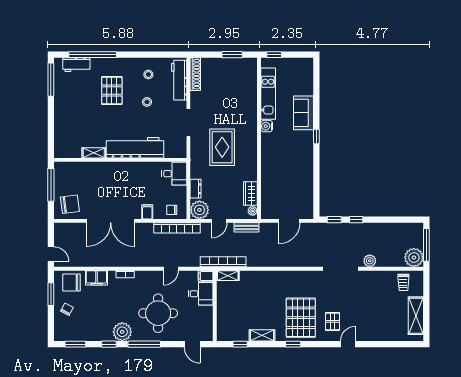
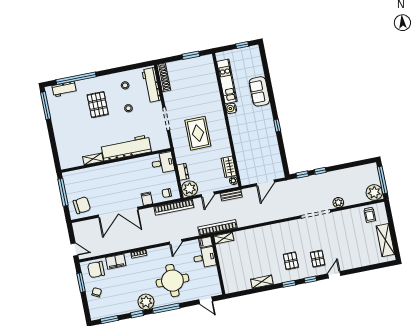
window: (274, 55) -> (242, 45), moved
window: (316, 136) -> (277, 125), moved
pallet: (301, 318) -> (291, 261), width x0.49, depth x0.50
window: (240, 344) -> (310, 279), moved

